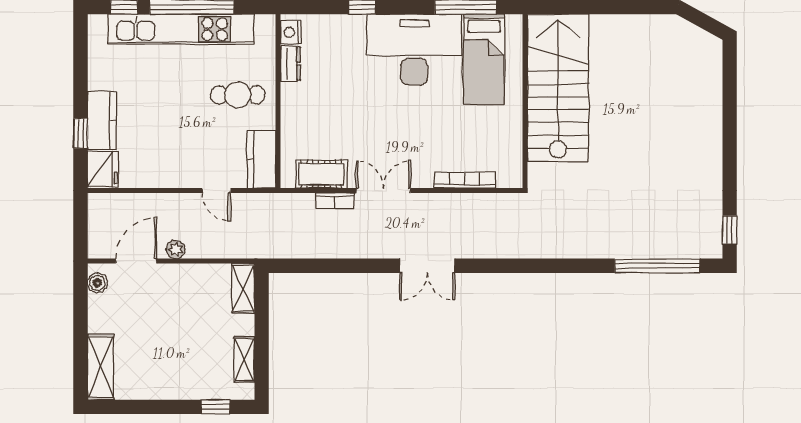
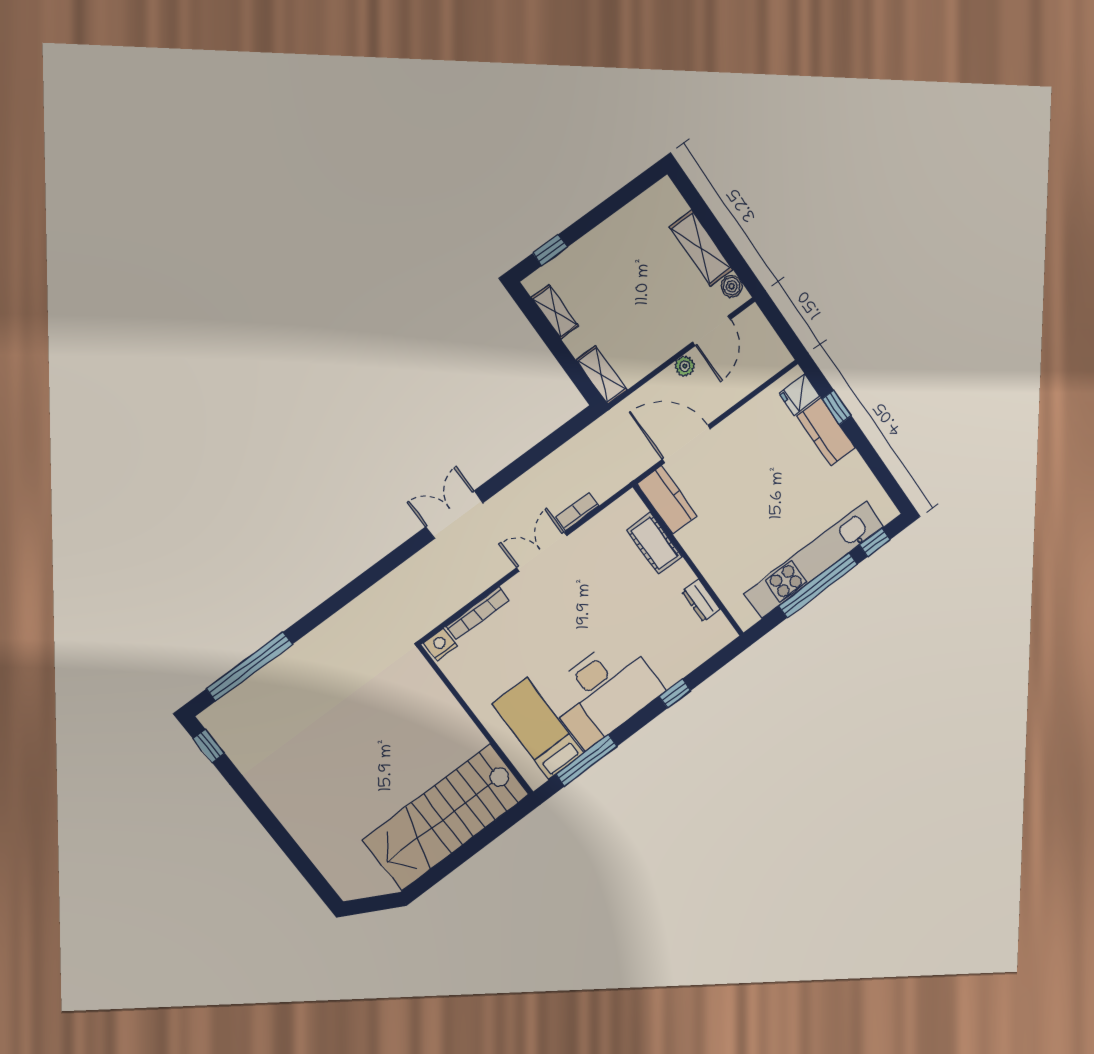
nightstand: (291, 32) -> (441, 644), moved, turned -90
stairs: (558, 88) -> (446, 817), moved, turned 90
cafe table: (238, 95) -> (727, 540), removed
fridge: (103, 169) -> (799, 395), width x0.72
cot: (321, 174) -> (654, 543), moved, turned 90
door: (216, 190) -> (686, 444), width x1.87
double door: (383, 190) -> (542, 552), swing flipped
shelving: (101, 367) -> (701, 248), moved

